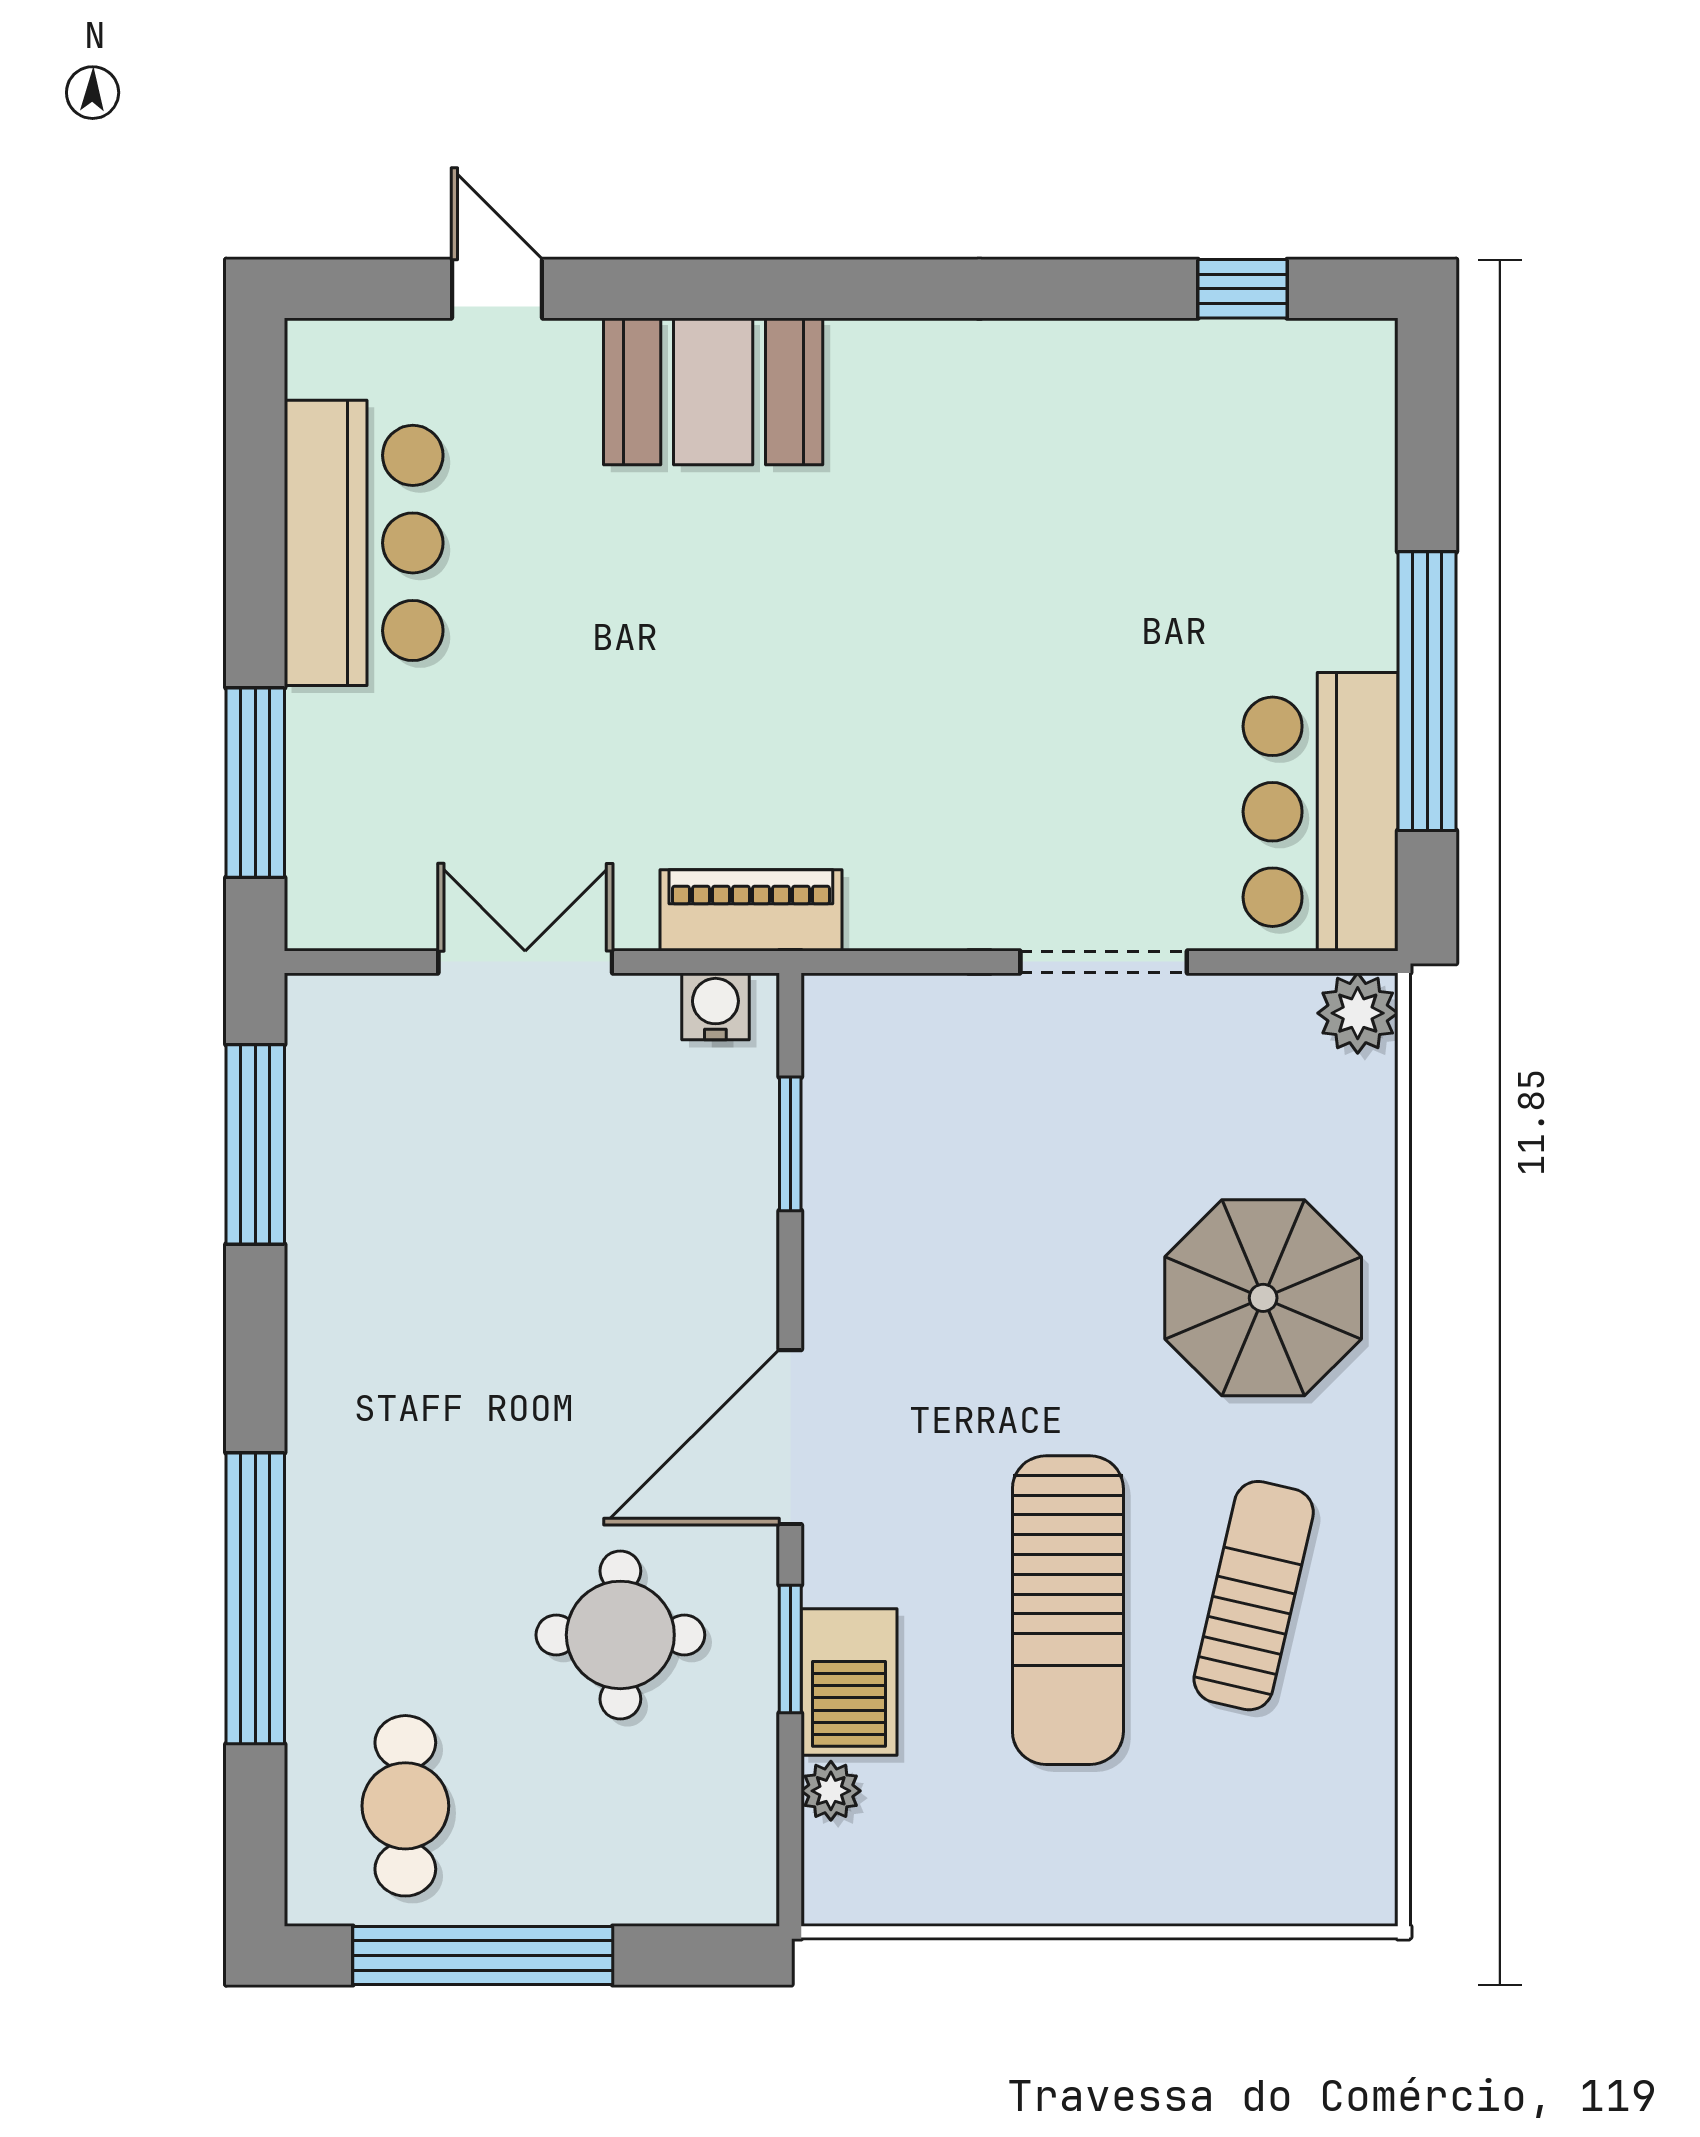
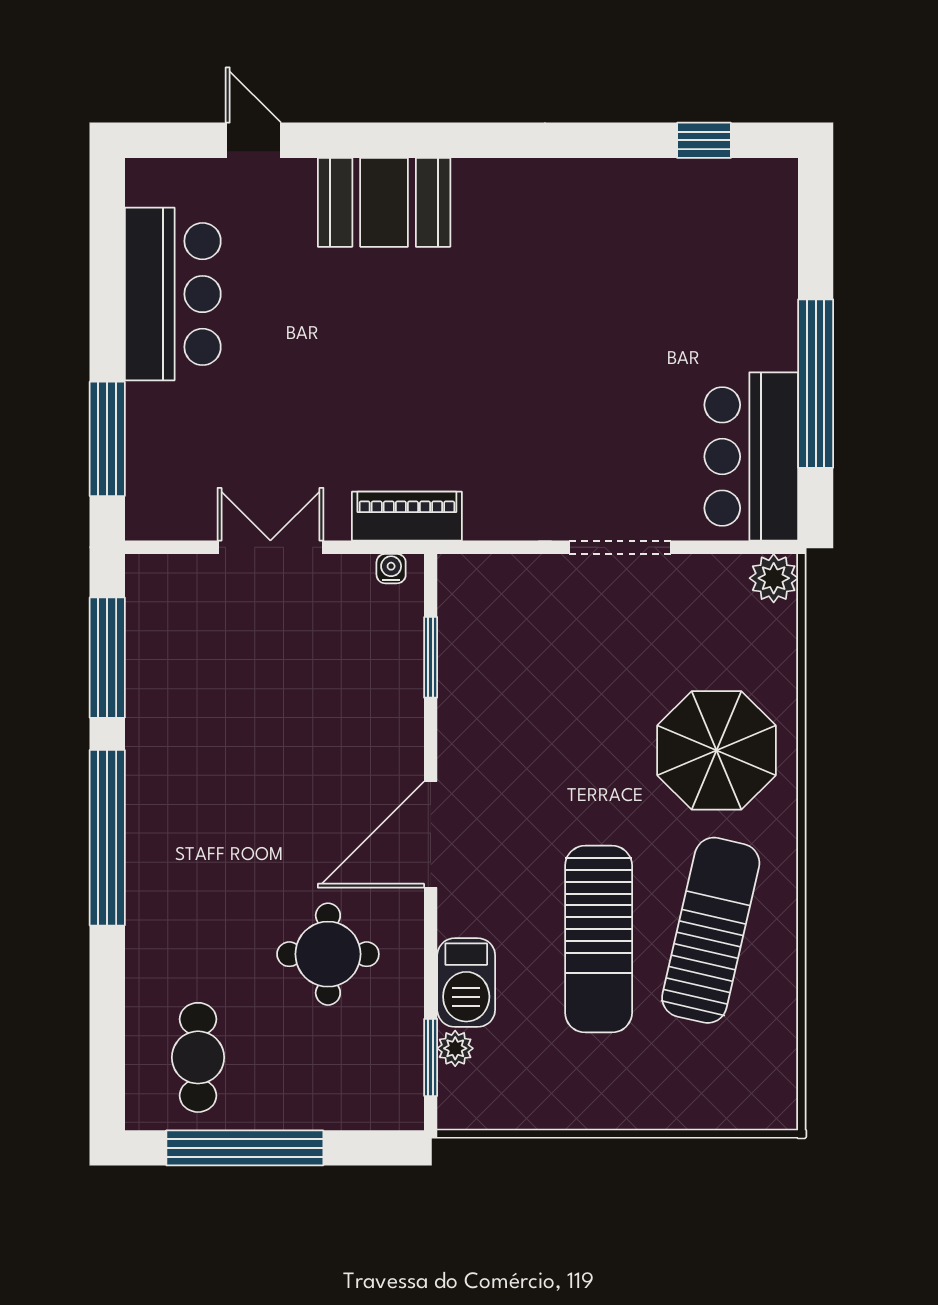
water cooler: (715, 1006) -> (391, 569), width x0.72, depth x0.72
sun lounger: (1254, 1596) -> (711, 930), width x1.36, depth x1.34
window: (255, 1598) -> (107, 838), moved
window: (790, 1649) -> (431, 1057), moved

